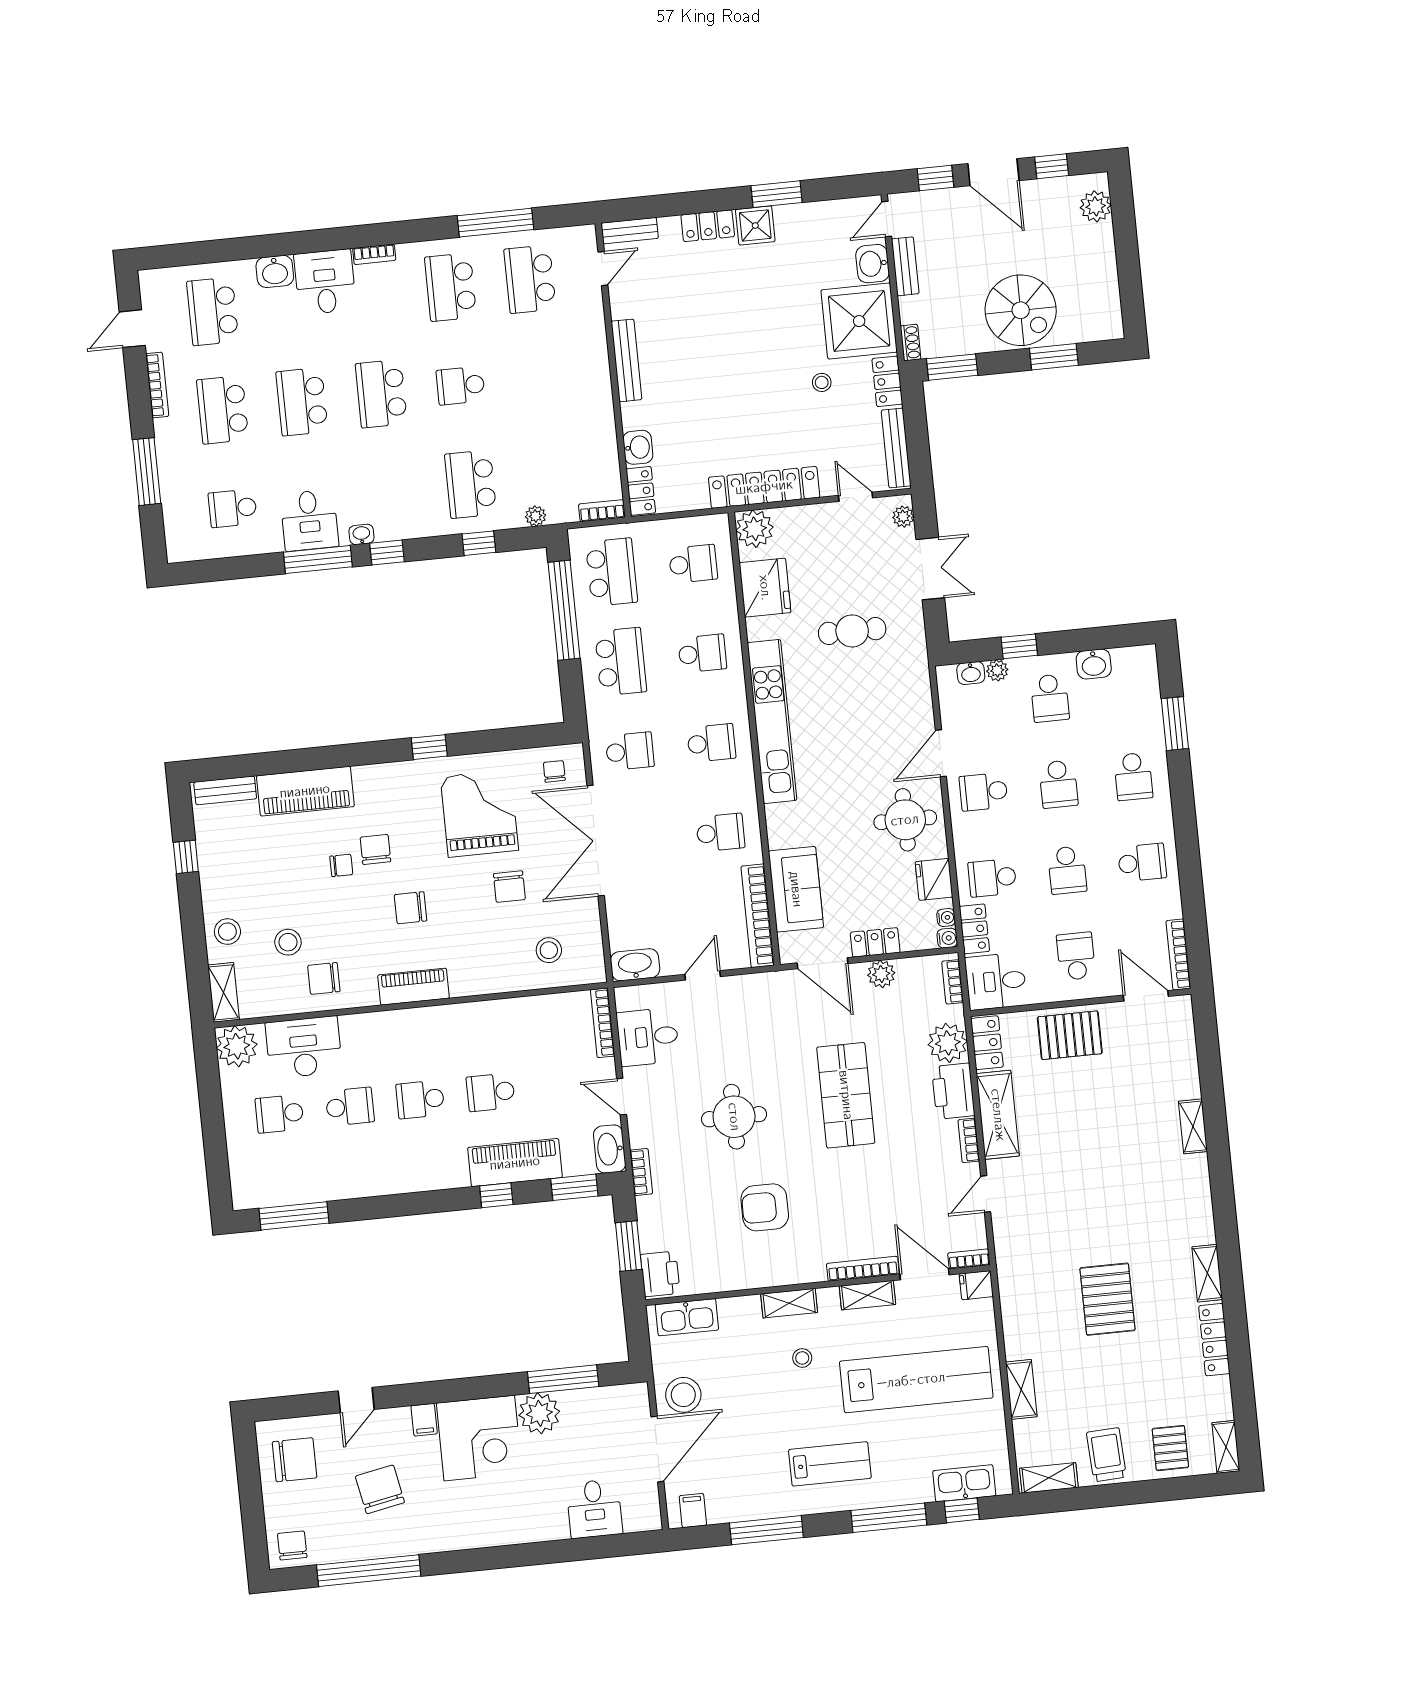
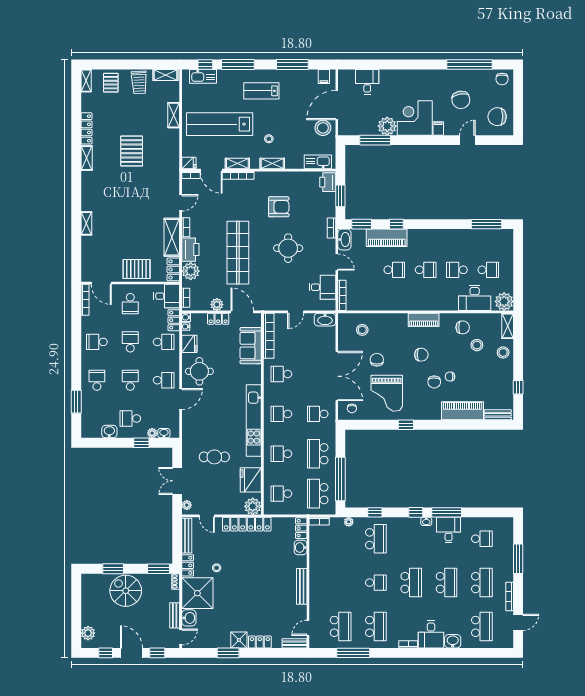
school desk: (1050, 698) -> (130, 419), turned -90
shop shelf: (846, 1095) -> (238, 253), width x1.40

